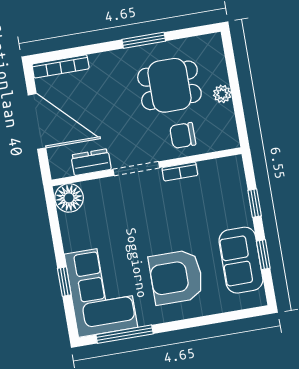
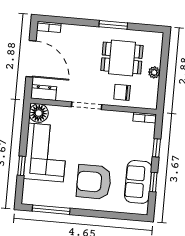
bookcase: (61, 66) -> (49, 27), width x0.64
dresser: (91, 162) -> (44, 93), moved
bookcase: (180, 172) -> (145, 118), moved
corner sofa: (101, 291) -> (46, 152), moved

